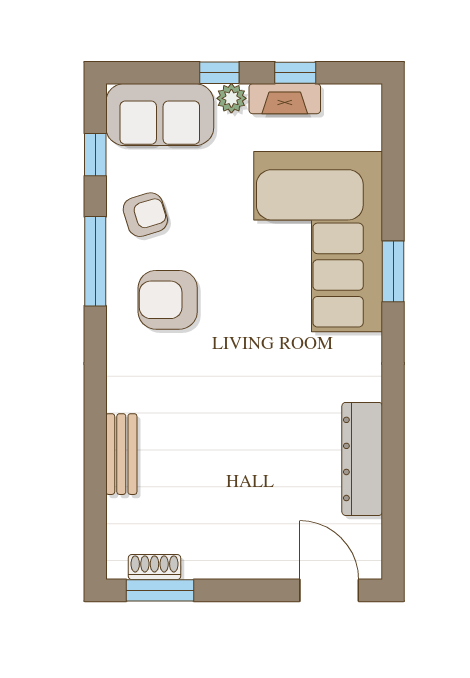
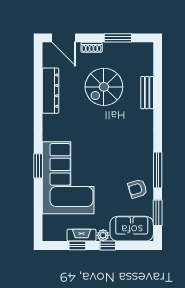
window: (95, 155) -> (158, 213), width x1.50
armchair: (168, 300) -> (129, 154), removed
spiral stairs: (229, 468) -> (104, 87), added
shoe rack: (154, 567) -> (92, 47), moved
window: (160, 590) -> (118, 38), moved

